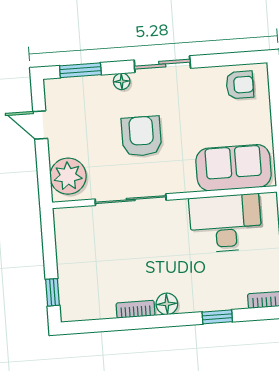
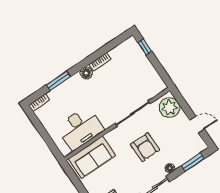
window: (217, 317) -> (58, 81), width x1.50

